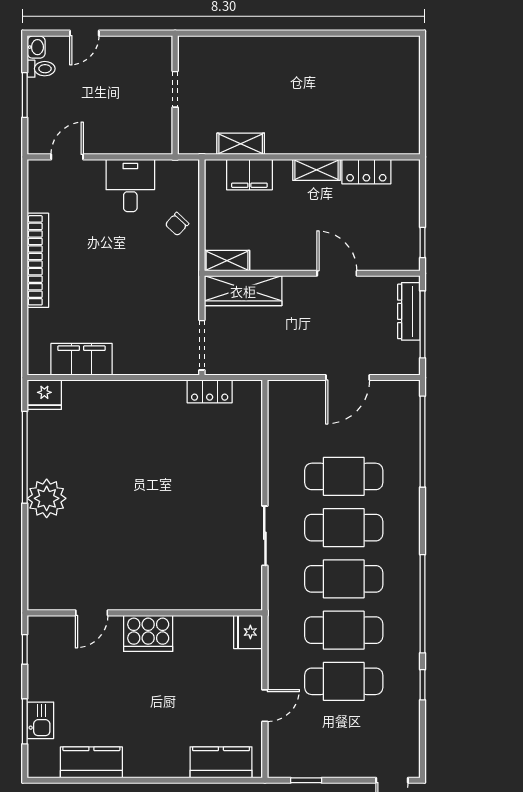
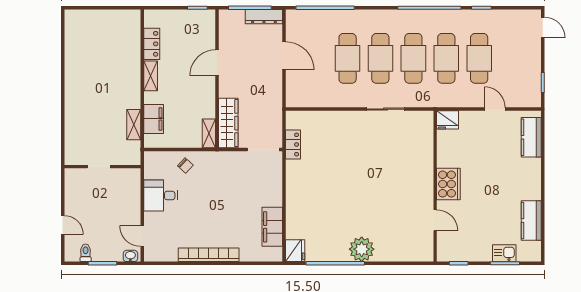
washbasin: (36, 47) -> (130, 256), moved
dresser: (409, 311) -> (264, 17), moved

